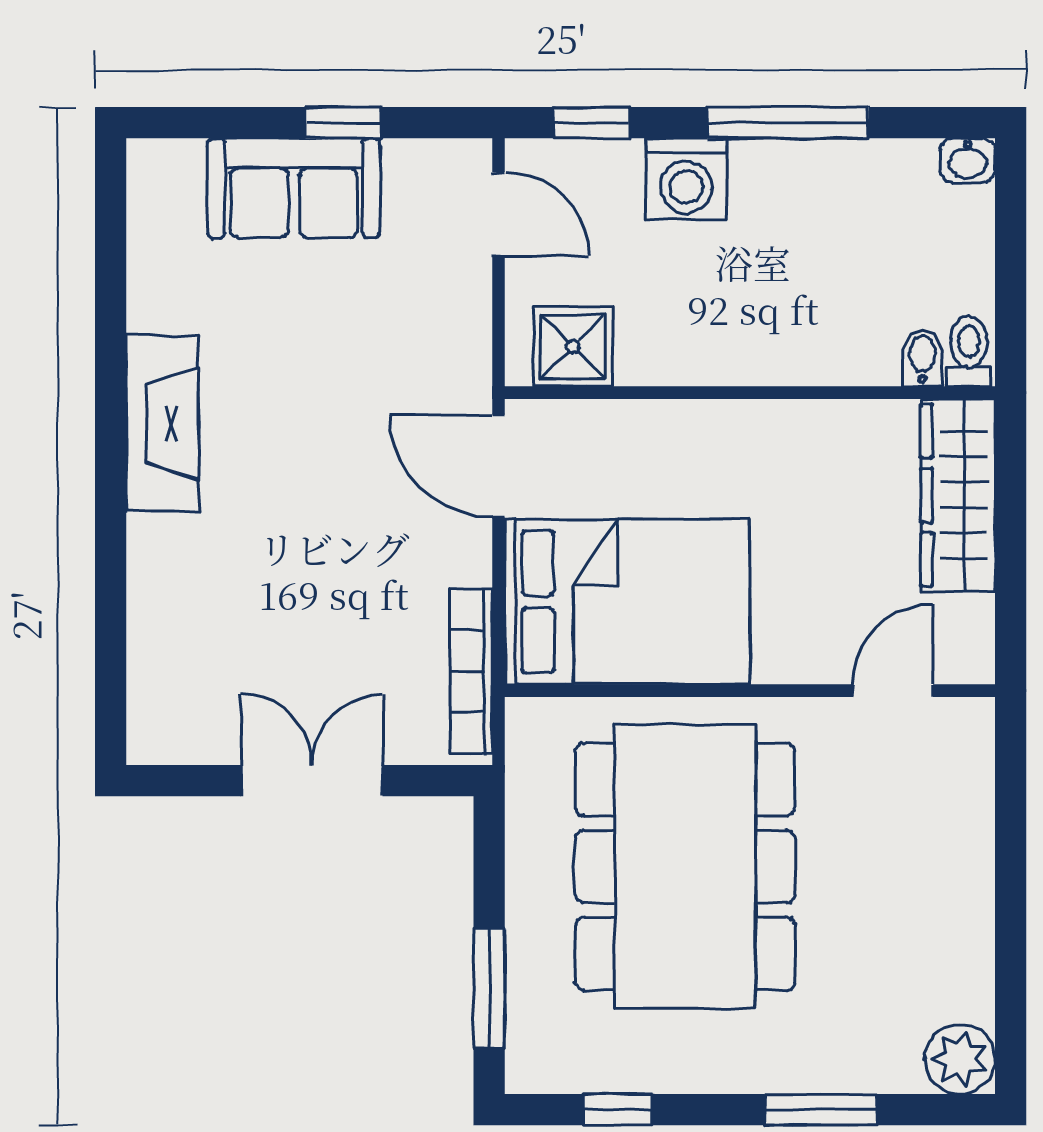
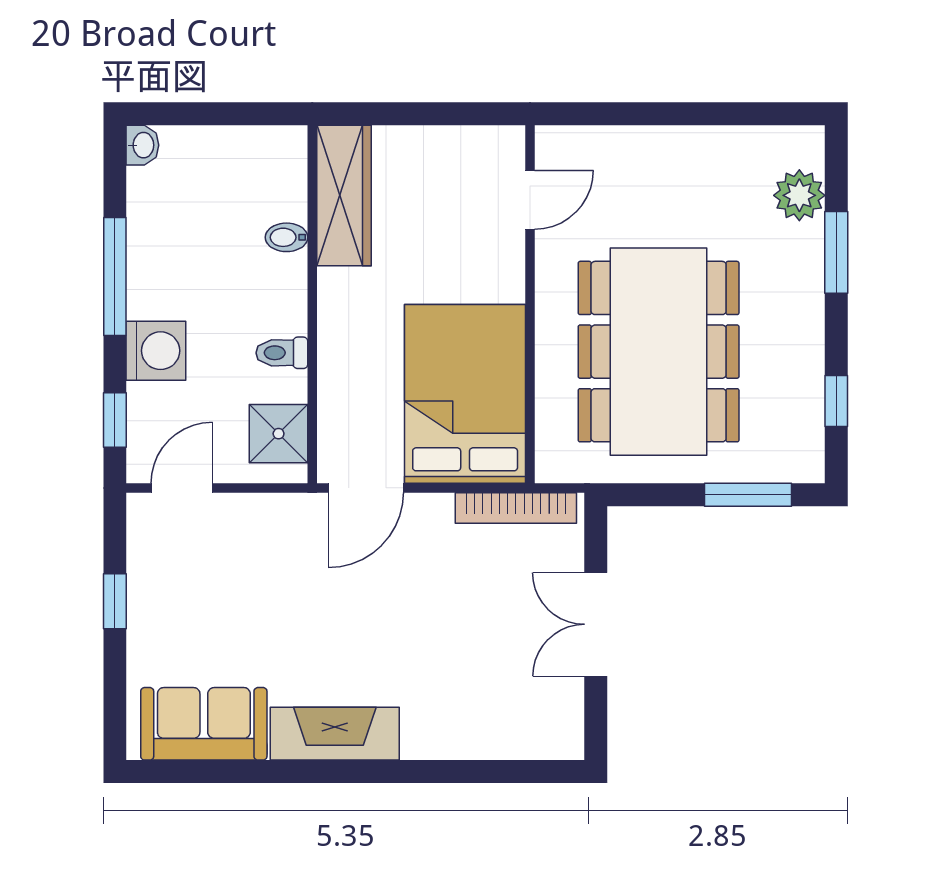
sofa: (294, 188) -> (204, 724), moved, turned -90
toilet: (969, 351) -> (282, 353), moved
bidet: (923, 358) -> (287, 237), moved
wardrobe: (958, 495) -> (344, 195), moved, turned -90
door: (893, 691) -> (530, 200), swing flipped
dining table: (685, 867) -> (659, 352), turned 90
plant: (960, 1059) -> (799, 195), moved

